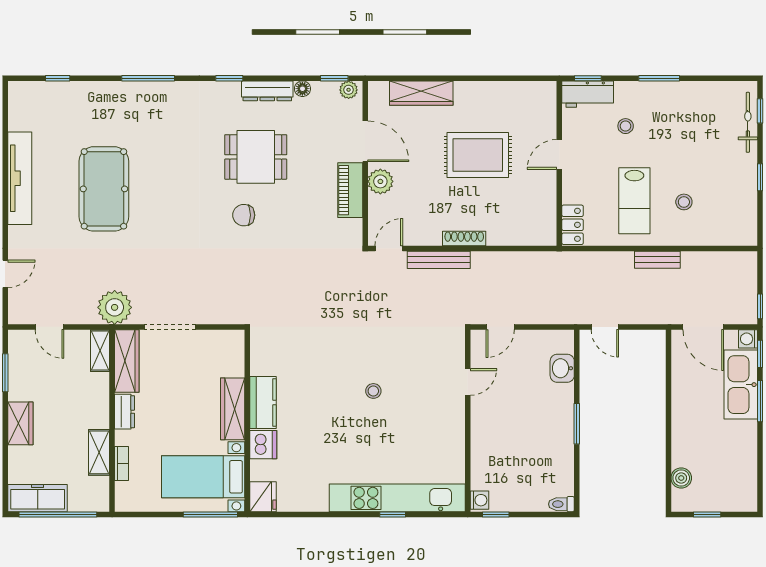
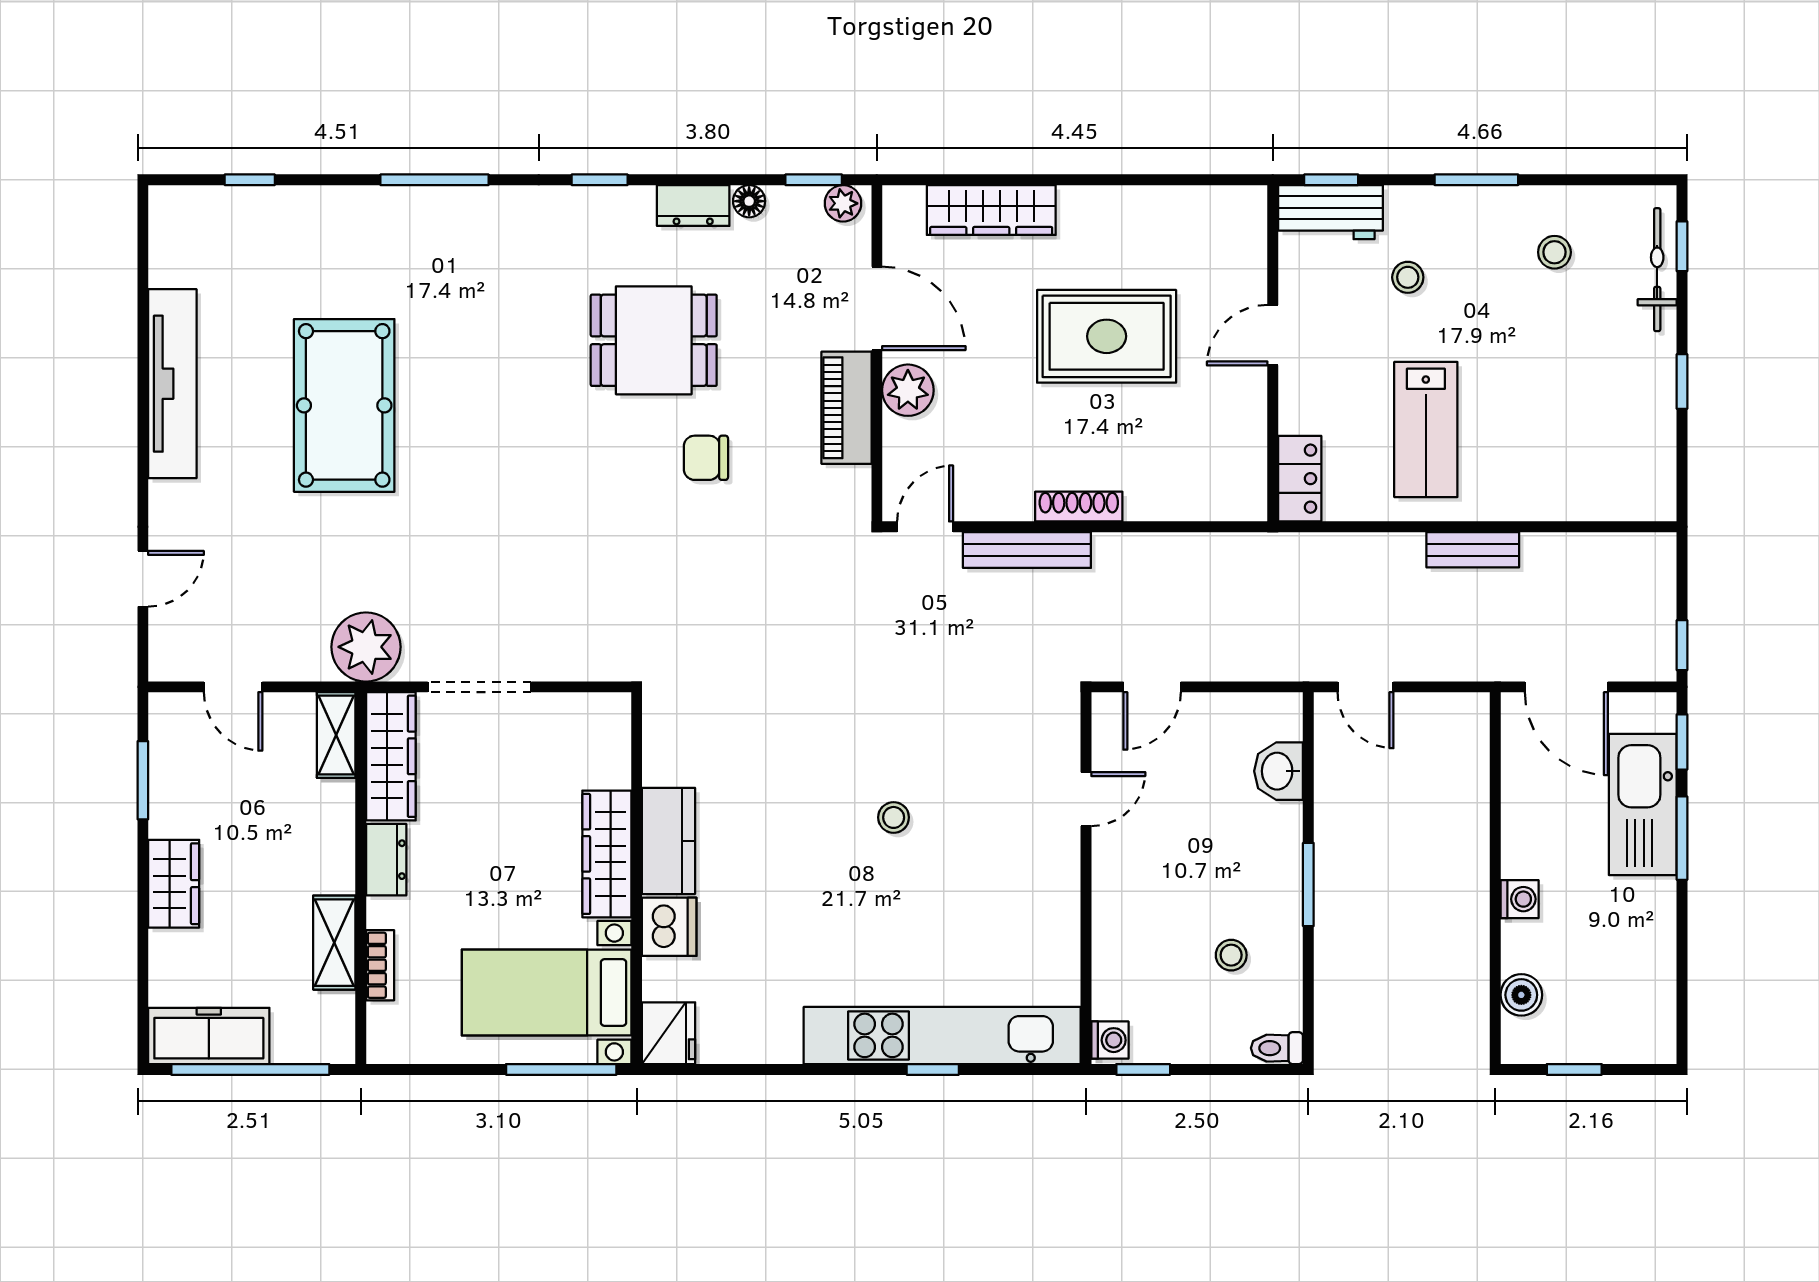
dresser: (267, 91) -> (693, 205), width x0.70
stool: (684, 202) -> (1554, 252), moved
chair: (244, 215) -> (706, 458), moved
washing machine: (748, 339) -> (1520, 899), moved, turned 180
stool: (539, 458) -> (1231, 955), added

